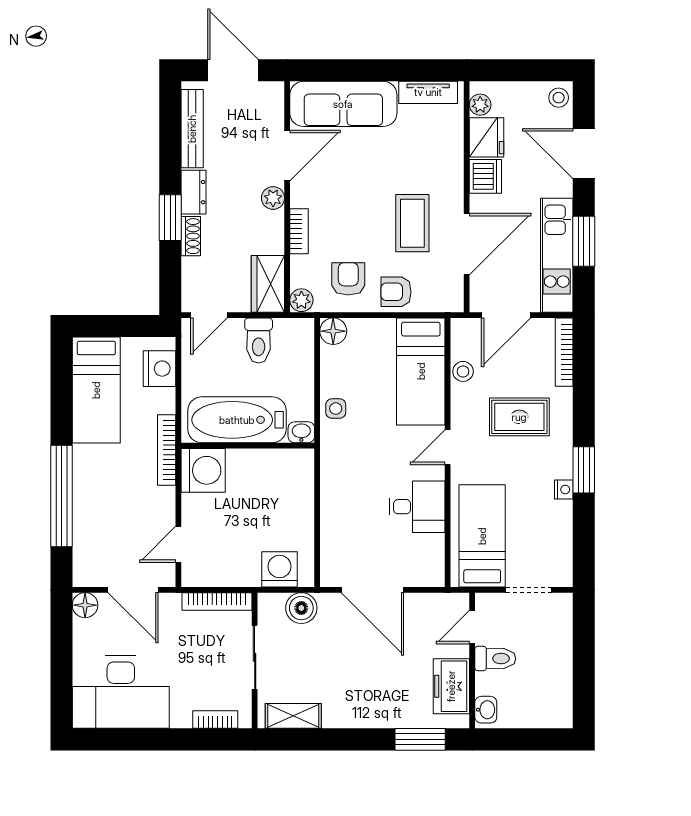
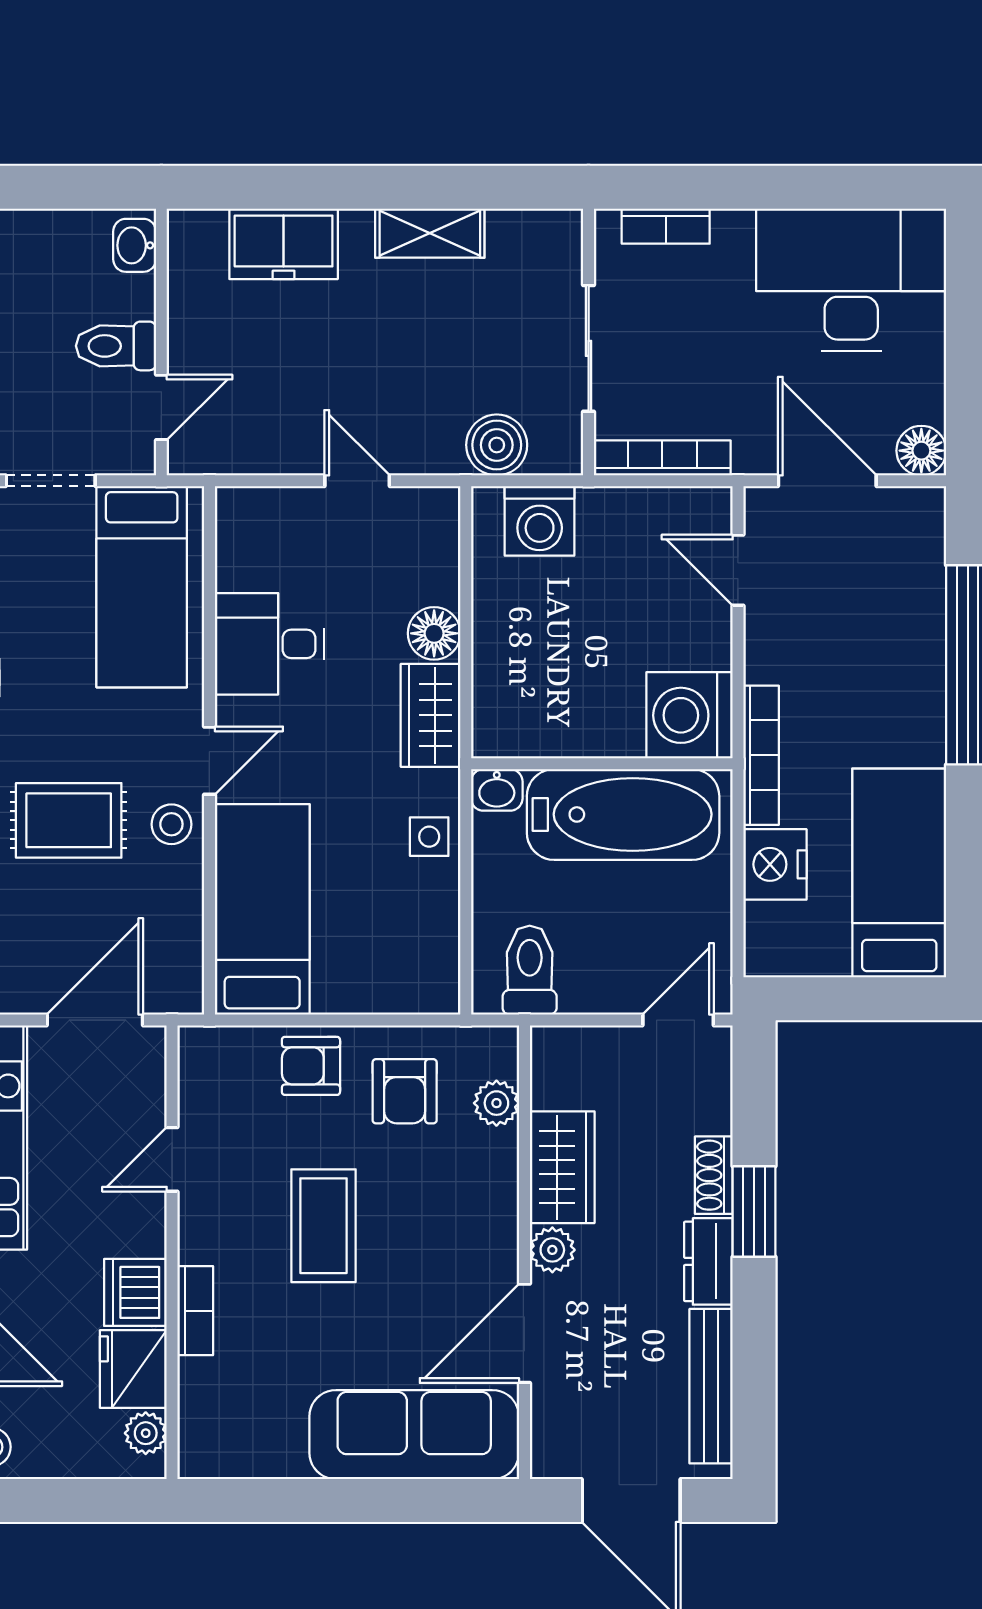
tv unit: (428, 92) -> (248, 1457), removed
coffee table: (412, 223) -> (323, 1226), moved
bookcase: (299, 231) -> (195, 1311), moved, turned 180
door: (467, 244) -> (172, 1159), width x0.53
wardrobe: (268, 284) -> (562, 1167), moved
armchair: (396, 292) -> (311, 1066), turned 180
plant: (301, 300) -> (496, 1103), moved
floor lamp: (333, 331) -> (434, 633), moved
toilet: (259, 341) -> (530, 970), moved
nightstand: (160, 369) -> (775, 864), moved
stool: (463, 371) -> (171, 824), moved
wardrobe: (335, 470) -> (431, 715), added
door: (178, 544) -> (738, 570), swing flipped
door: (372, 590) -> (357, 481), width x0.53
freezer: (451, 686) -> (284, 244), moved, turned 90
shelving: (293, 716) -> (430, 233), moved
window: (420, 739) -> (263, 187), removed

